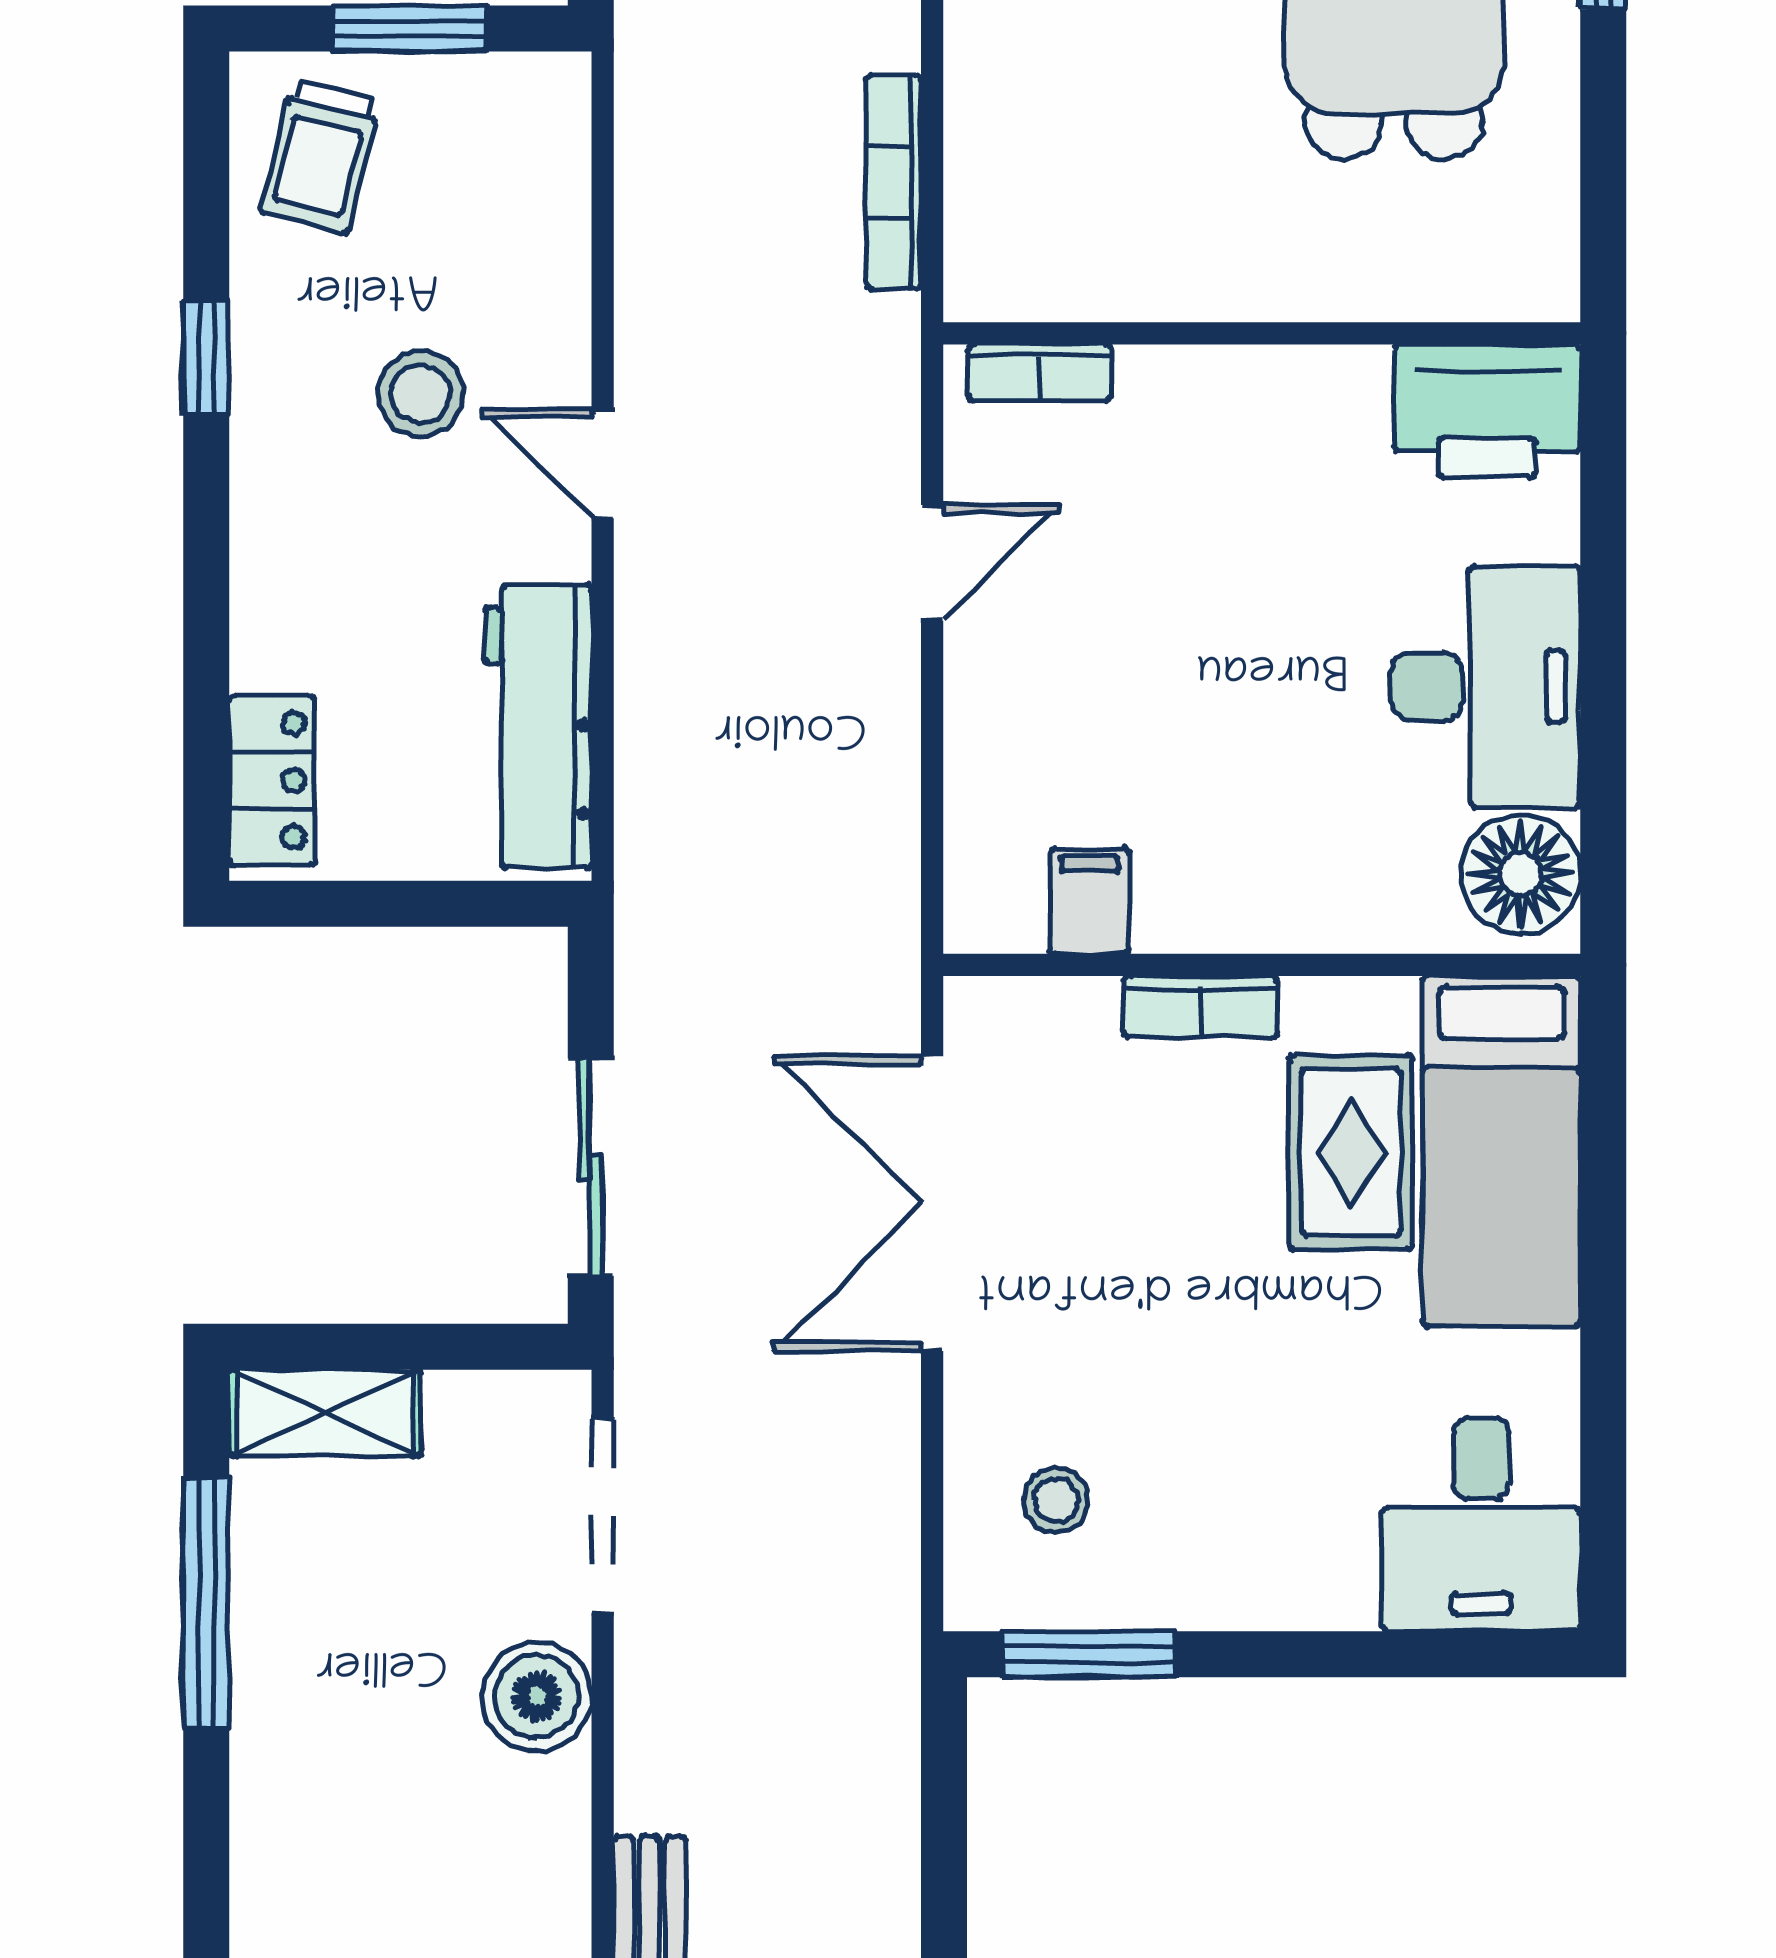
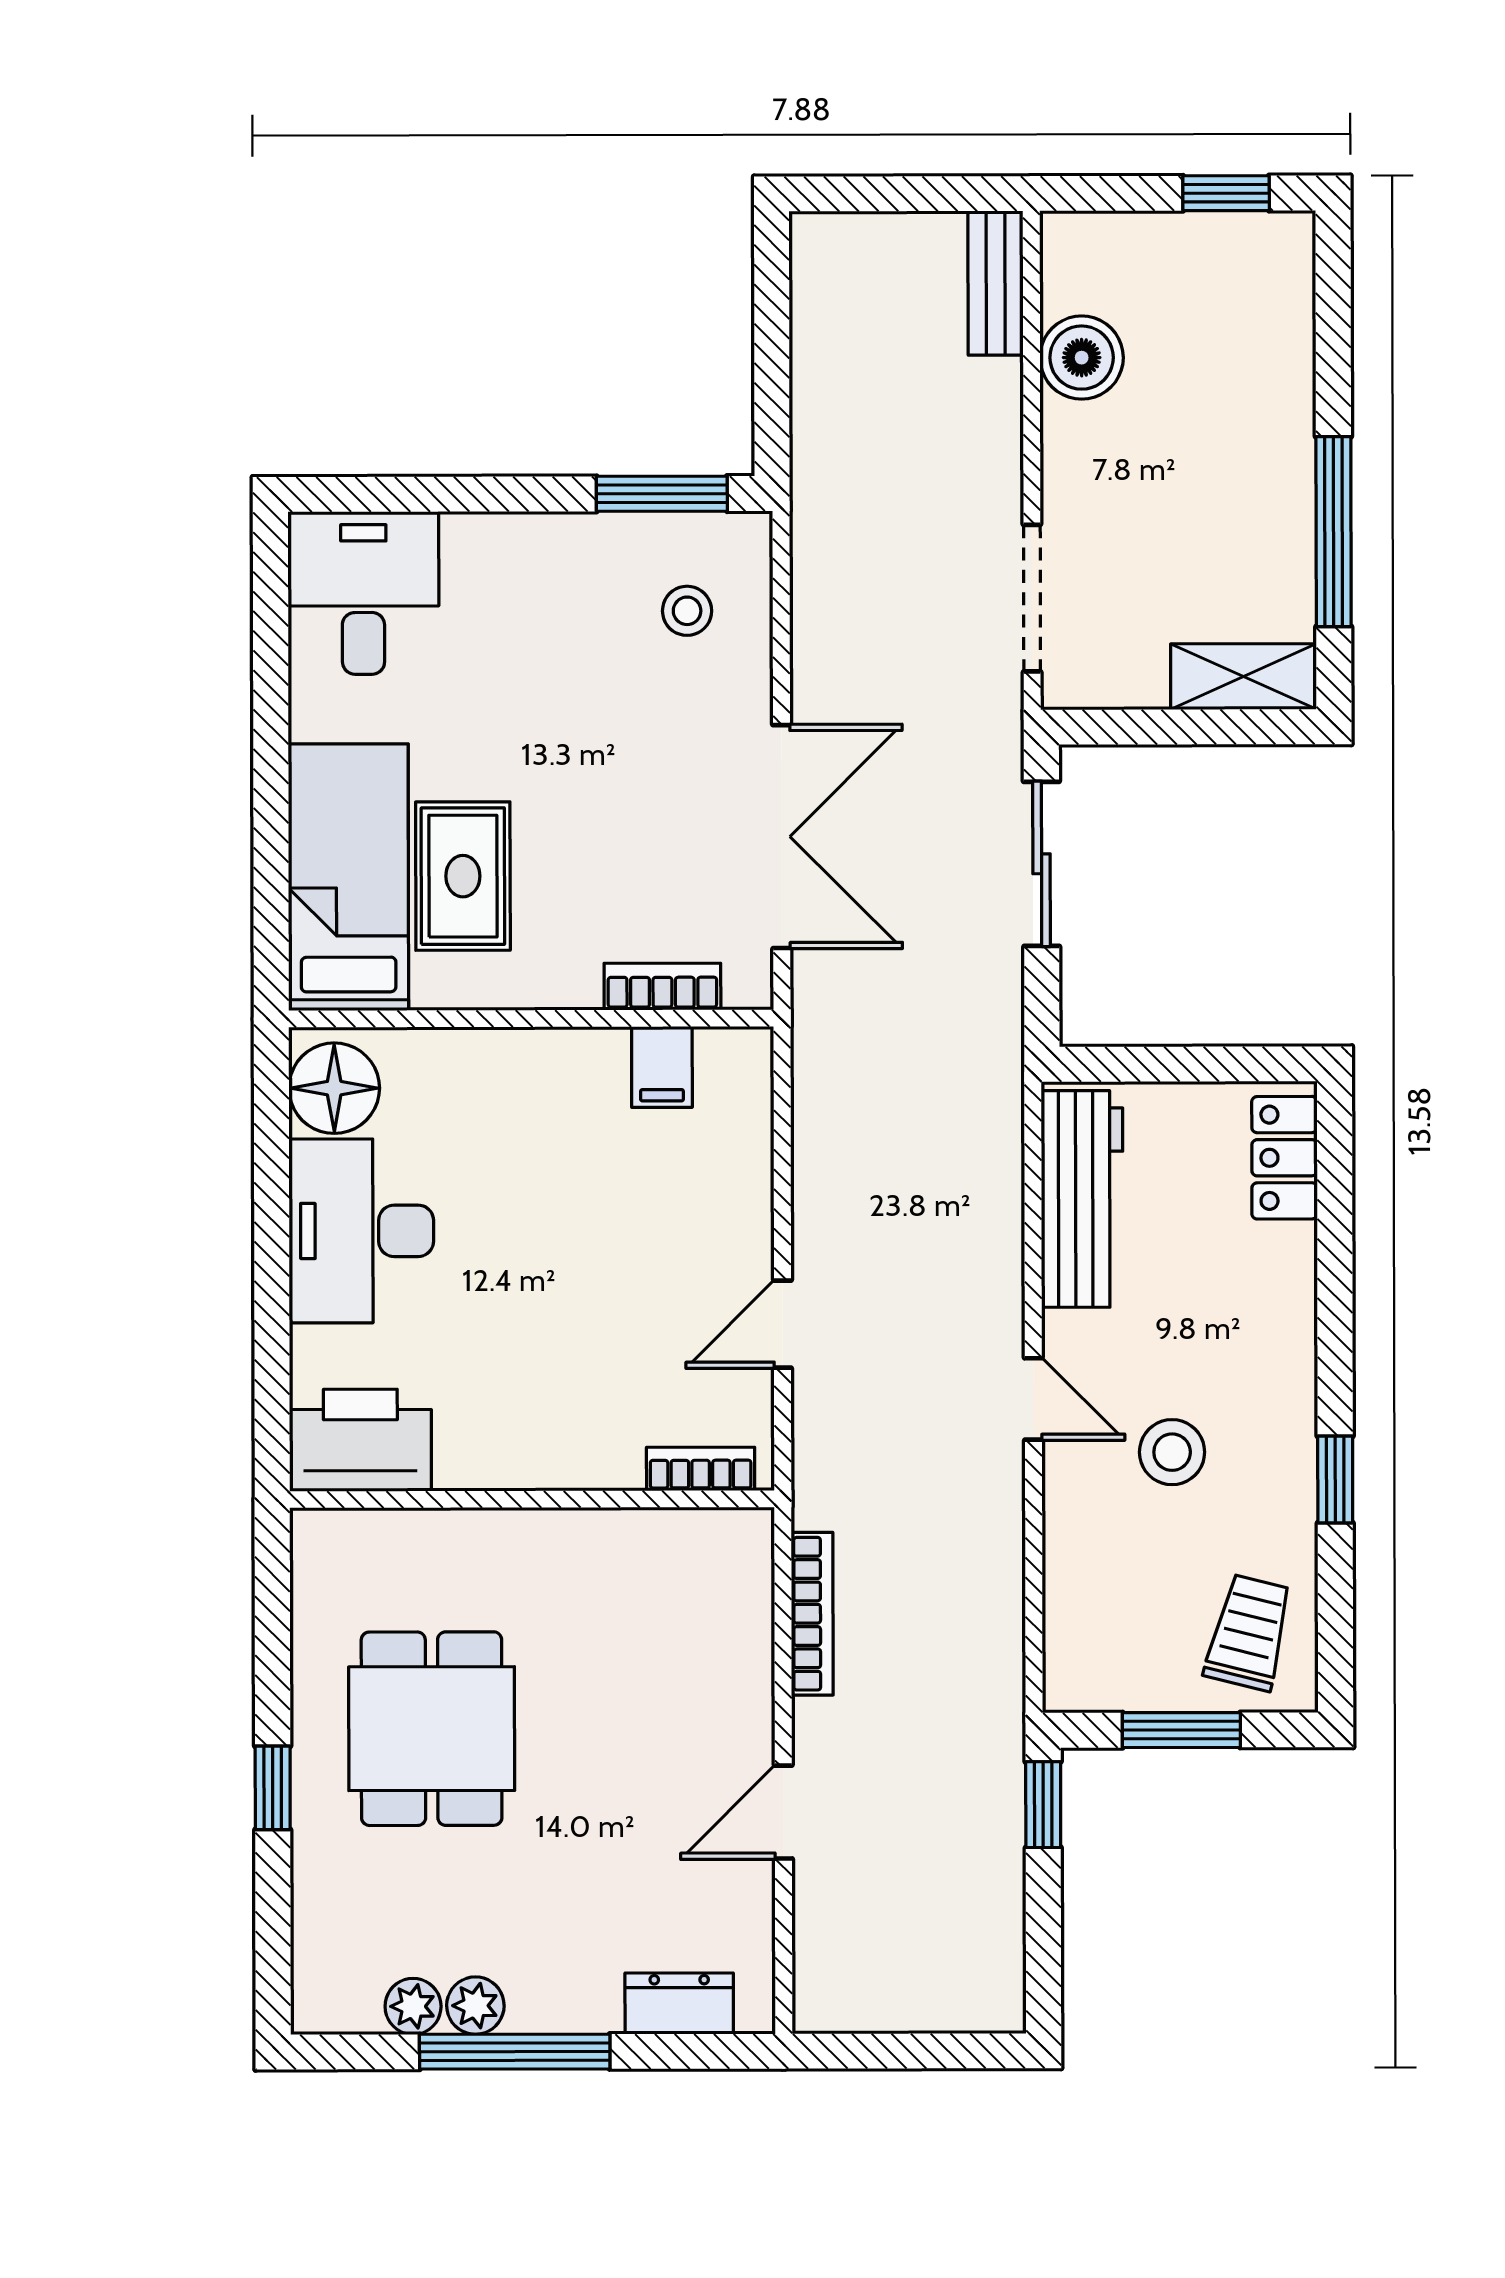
bookcase: (1200, 1007) -> (662, 987), moved
boiler: (537, 1697) -> (1082, 358), moved

